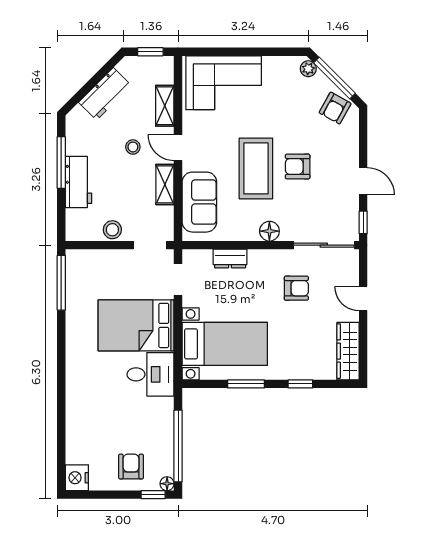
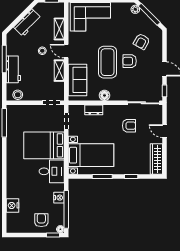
armchair: (335, 108) -> (142, 41), moved
stool: (112, 230) -> (18, 95), moved
floor lamp: (269, 231) -> (104, 95), moved
nightstand: (164, 424) -> (59, 198), added
nightstand: (77, 478) -> (13, 205), moved

